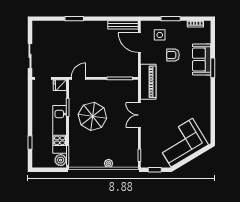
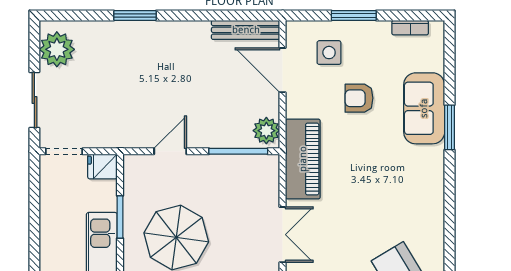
plant: (40, 33) -> (57, 49), added
plant: (132, 69) -> (266, 131), added
door: (79, 78) -> (170, 151), moved
double door: (139, 115) -> (283, 235), swing flipped

